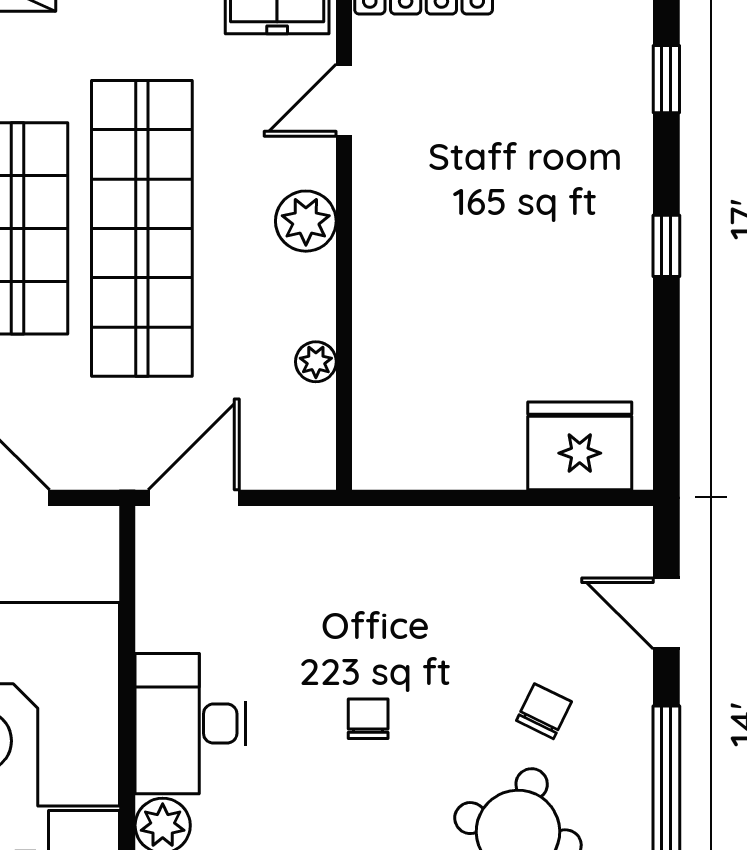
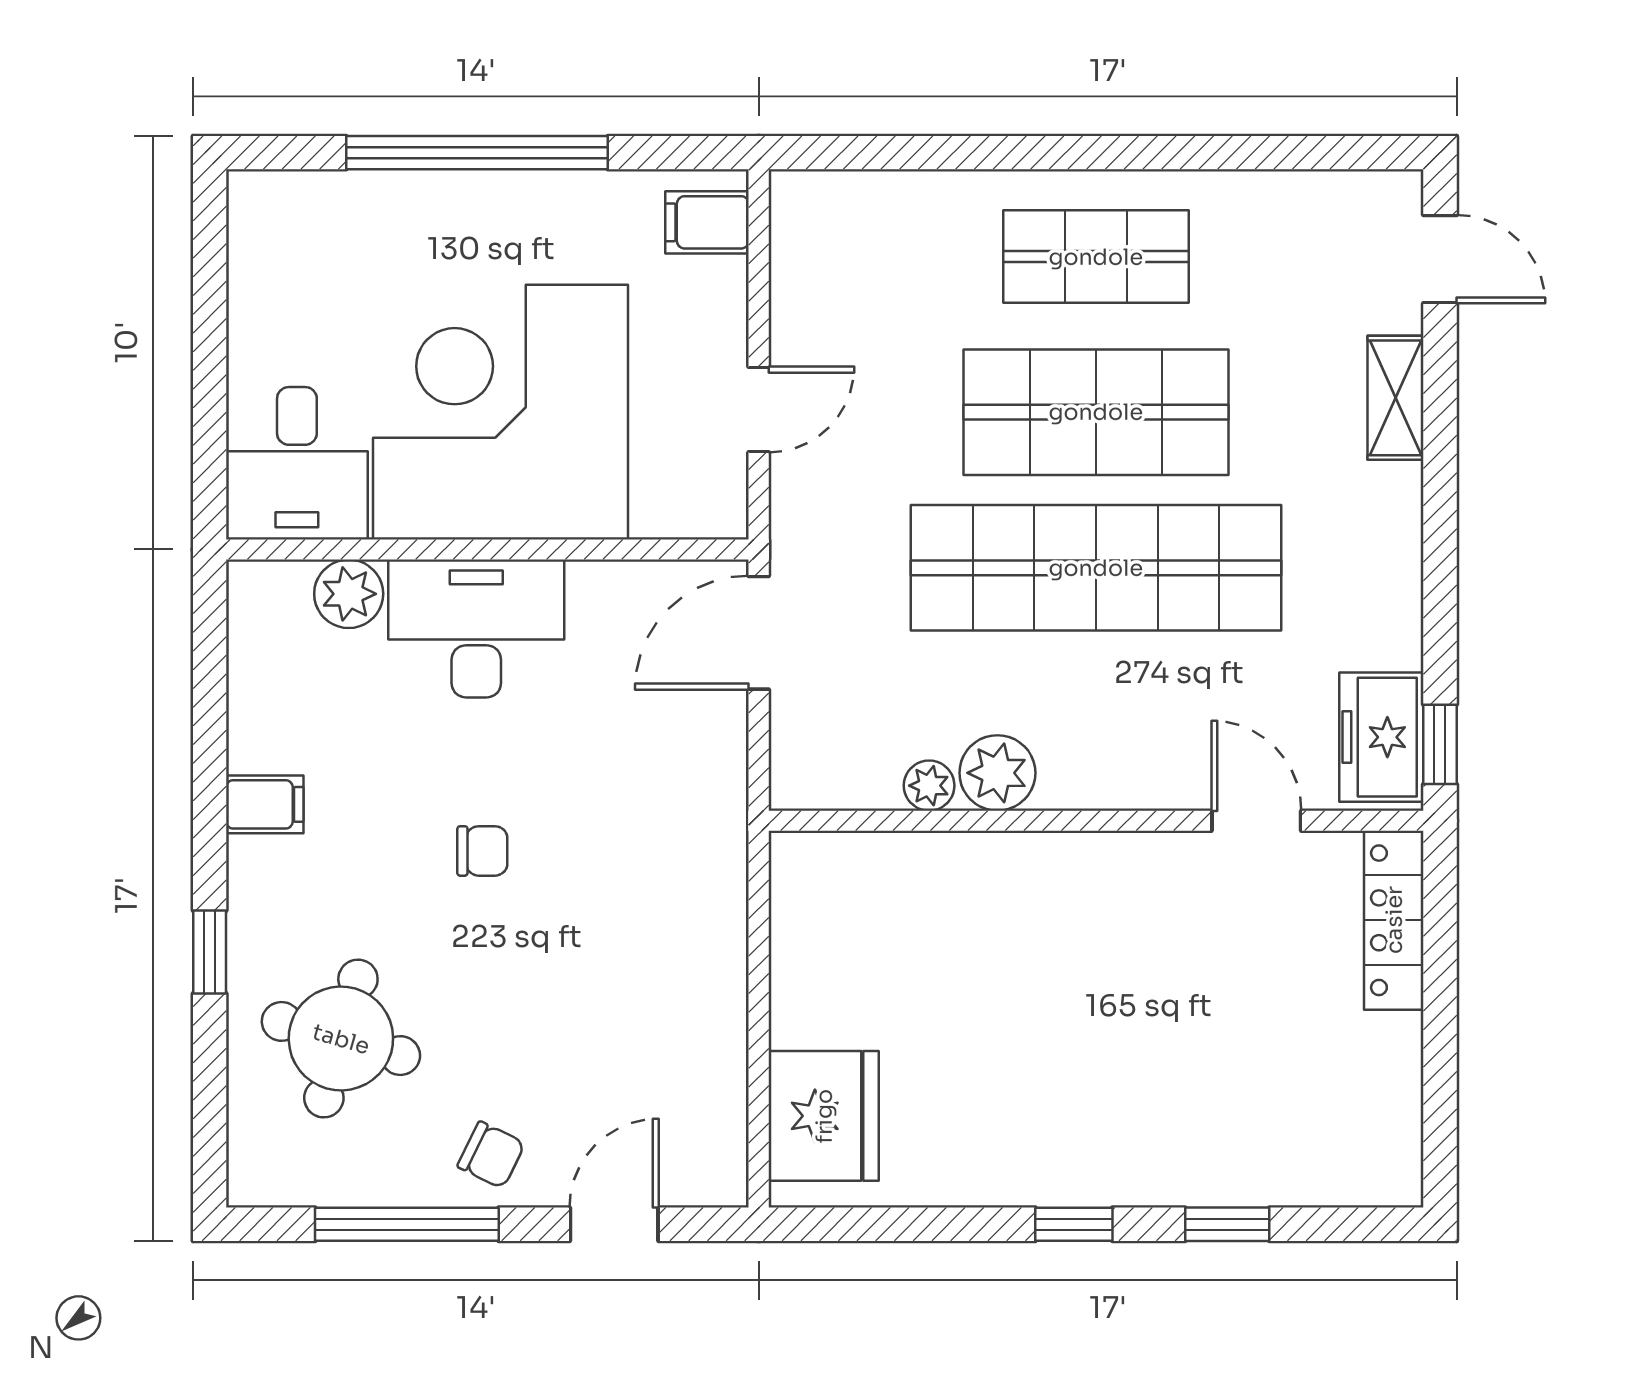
window: (666, 79) -> (1227, 1224), moved
plant: (306, 221) -> (997, 773), moved
door: (194, 498) -> (759, 633), swing flipped
chair: (544, 711) -> (491, 1155), moved

